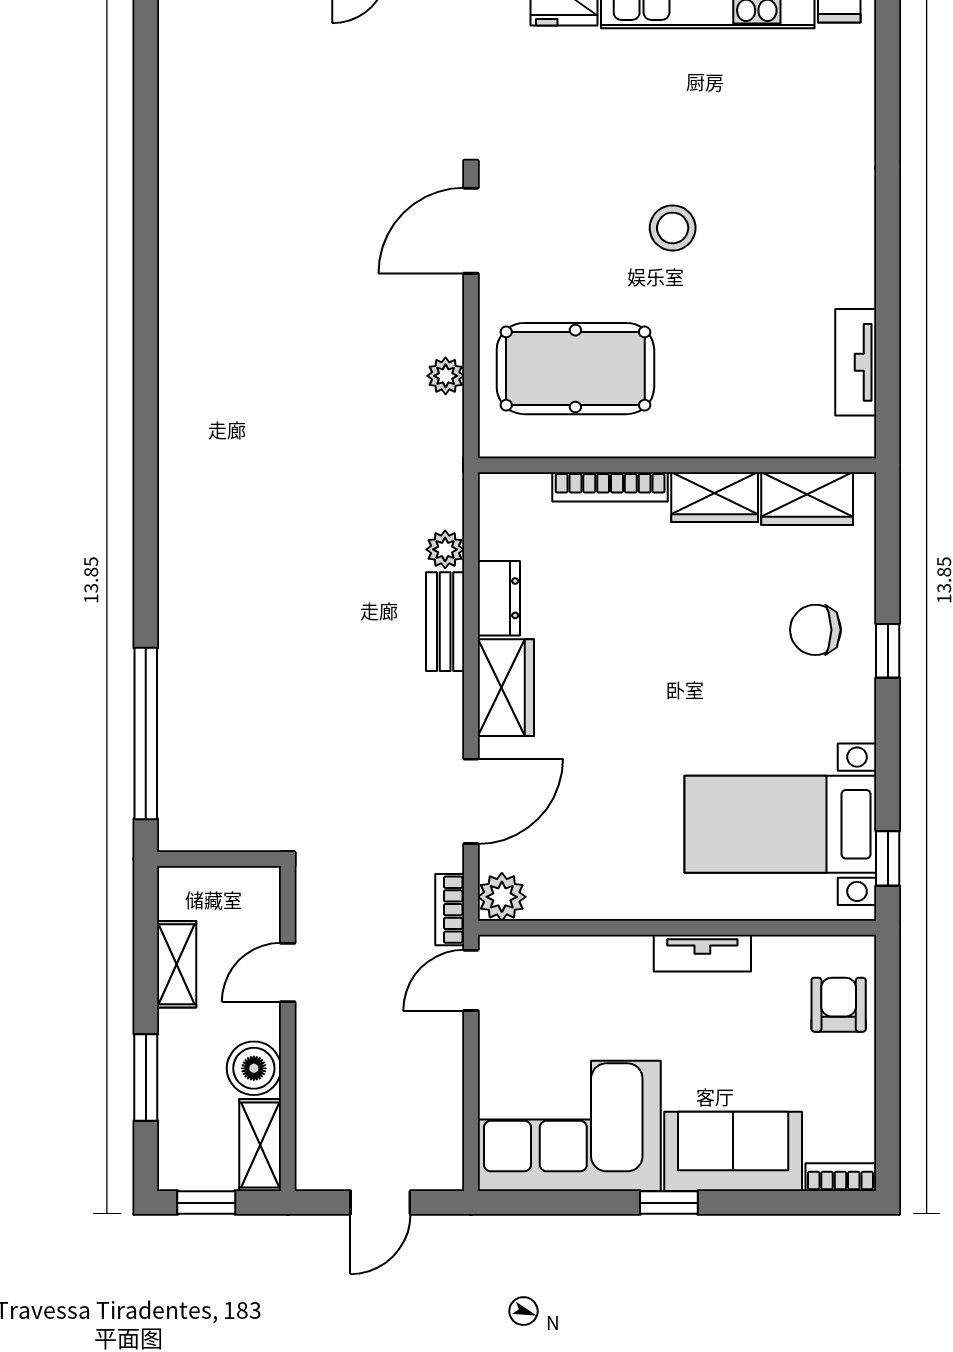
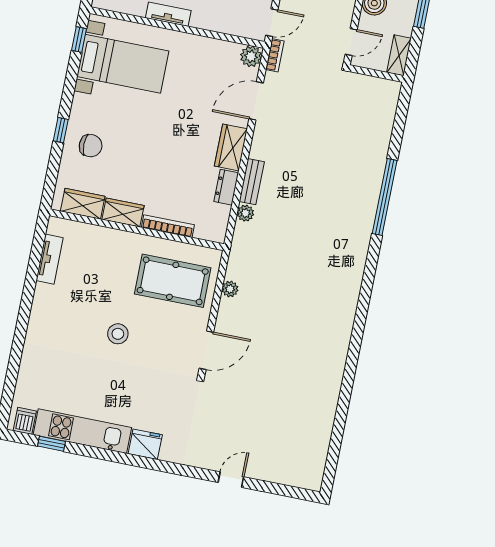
window: (146, 733) -> (385, 197), moved
wall: (219, 859) -> (376, 74), moved

